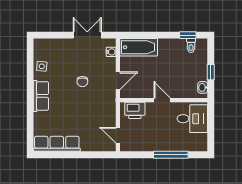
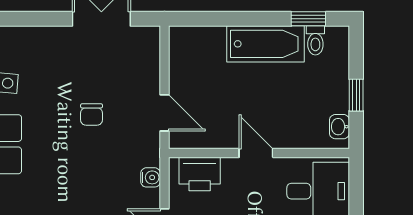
bathtub: (139, 47) -> (266, 44), moved
water cooler: (111, 52) -> (151, 177), moved
door: (118, 81) -> (164, 113), hinge flipped

